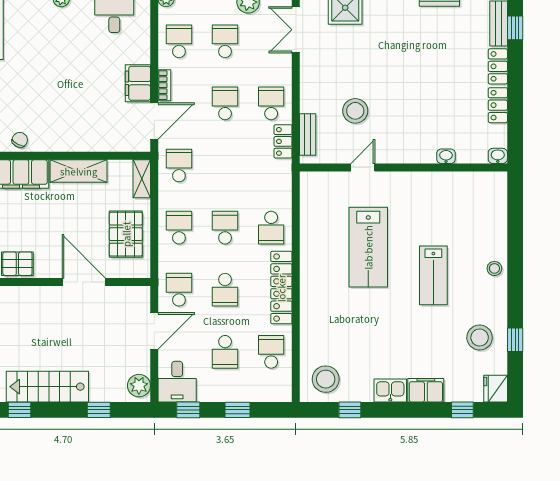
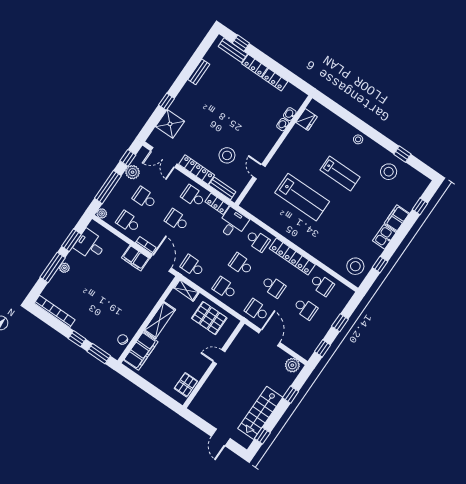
locker: (309, 84) -> (197, 170), added
washbasin: (498, 156) -> (290, 114), moved
door: (84, 282) -> (219, 357), width x0.53
school desk: (271, 352) -> (322, 285), turned 180
desk: (177, 382) -> (233, 223), moved, turned -90
fridge: (496, 389) -> (307, 120), moved, turned -90

